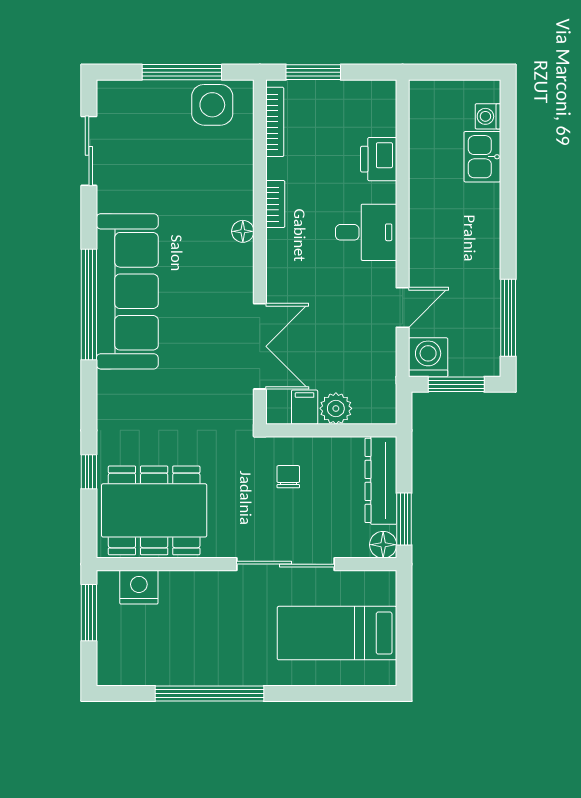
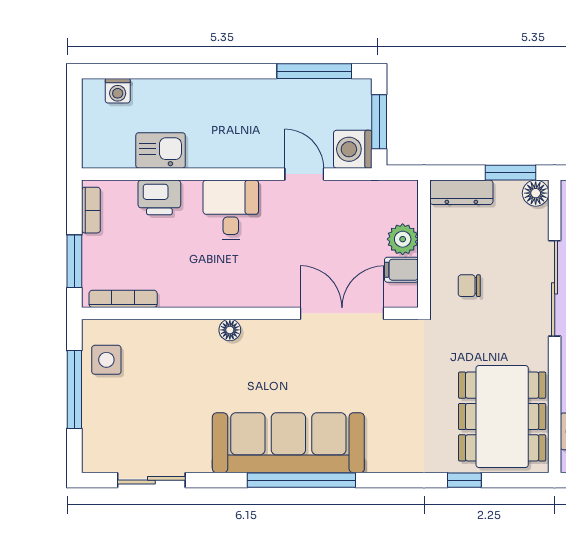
side table: (212, 105) -> (106, 360), width x0.73, depth x0.73
kitchen sink: (482, 157) -> (161, 150), moved, turned 180
bookcase: (275, 204) -> (91, 210), moved, turned 90
dresser: (381, 480) -> (461, 192), width x0.73, depth x0.80

